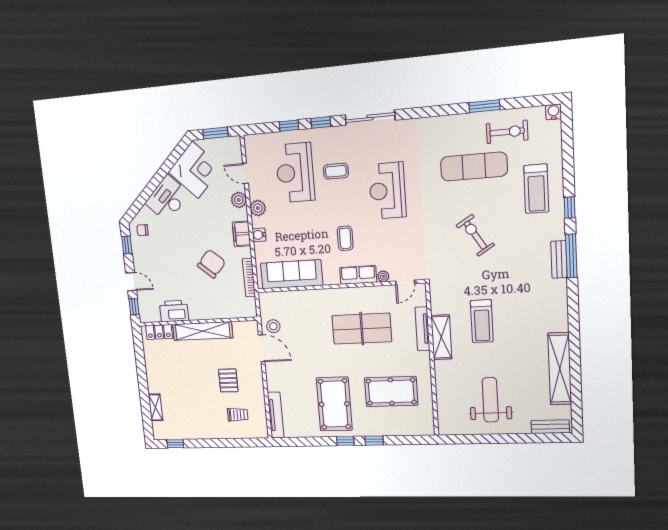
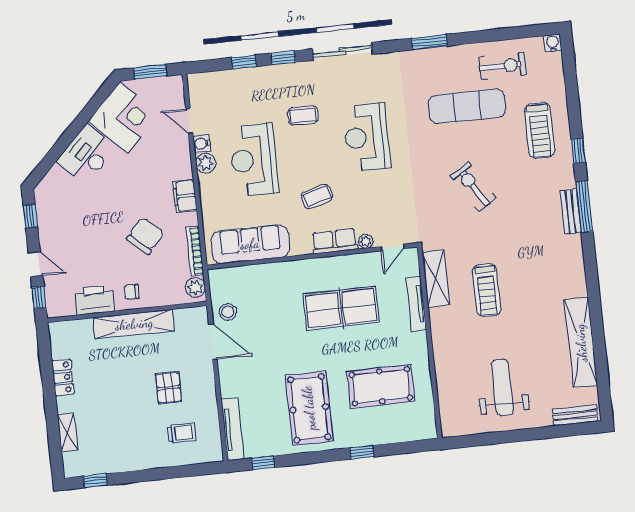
window: (484, 106) -> (429, 42), moved
reception desk: (295, 173) -> (254, 160), moved
plant: (239, 200) -> (195, 287), moved
chair: (143, 230) -> (132, 292), moved
water cooler: (259, 235) -> (202, 143), moved
coffee table: (345, 238) -> (317, 197), turned 74
locker: (159, 332) -> (63, 377), moved, turned -90
shelving: (441, 337) -> (436, 279), moved
window: (345, 441) -> (263, 463), moved

